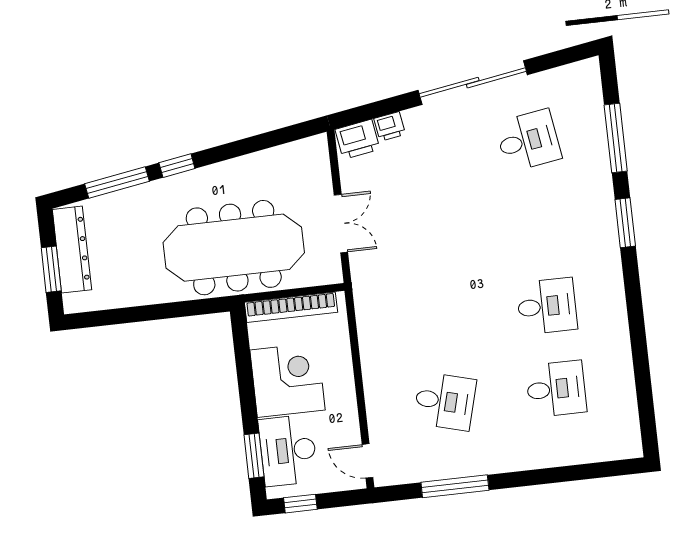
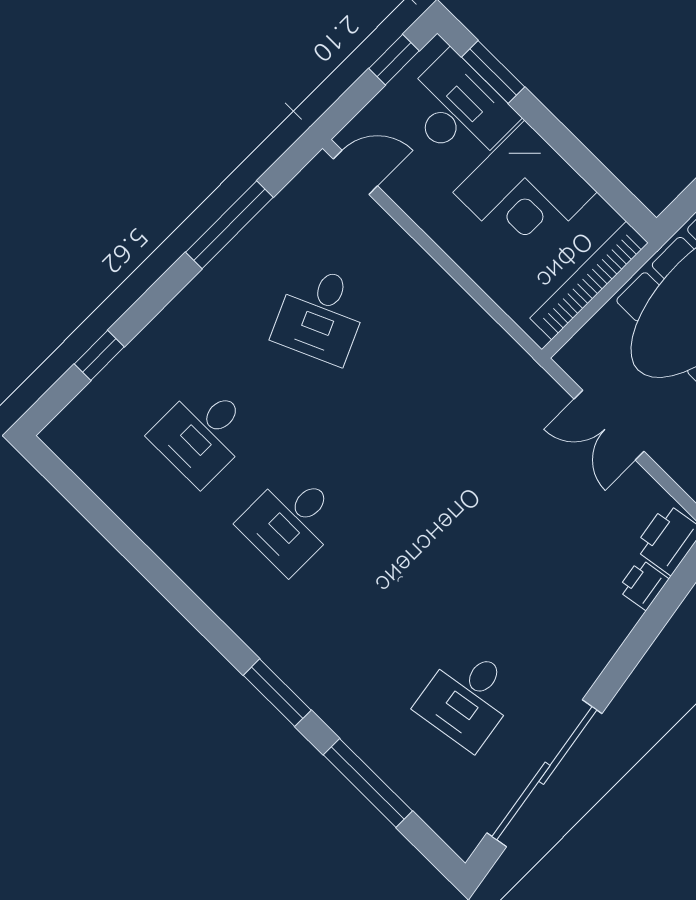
sliding door: (473, 83) -> (544, 773), moved
desk: (445, 401) -> (321, 315), turned -39
window: (577, 473) -> (99, 355), added

